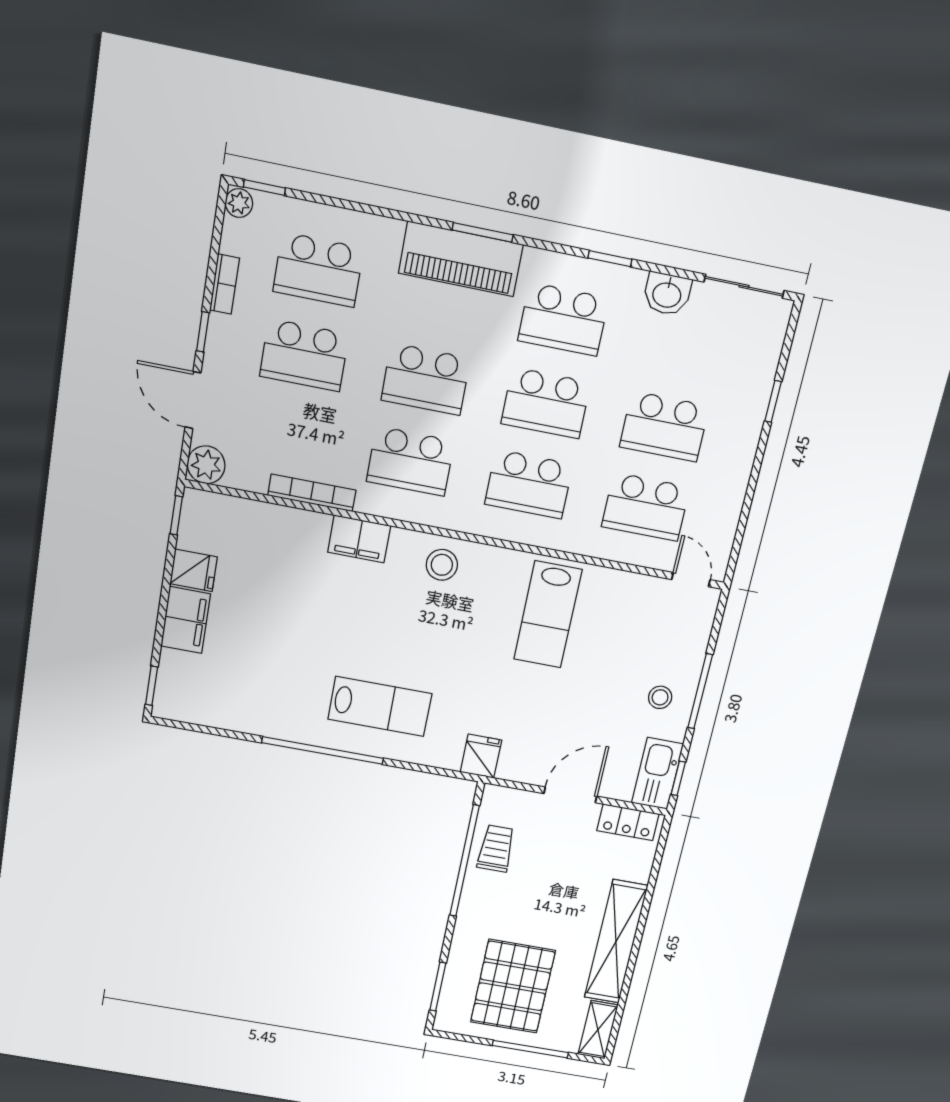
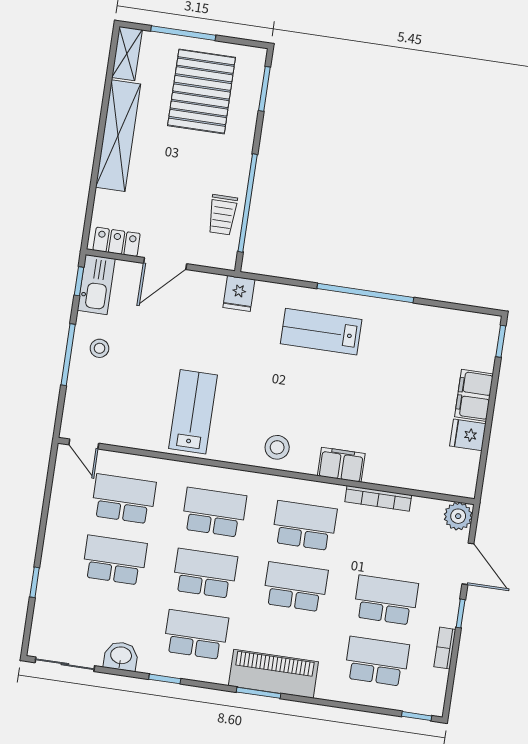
plant: (239, 203) -> (435, 705), removed
window: (176, 515) -> (481, 477), removed

